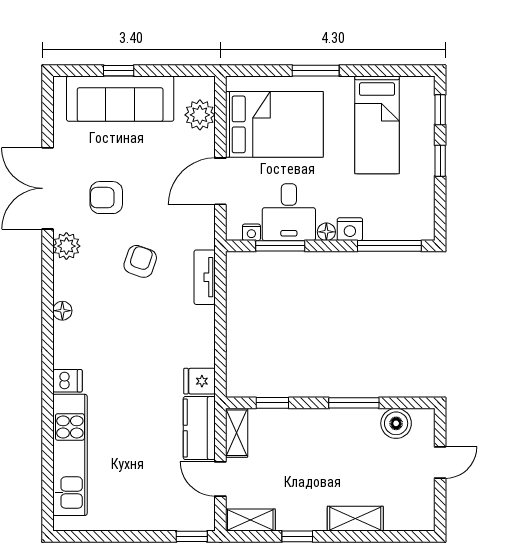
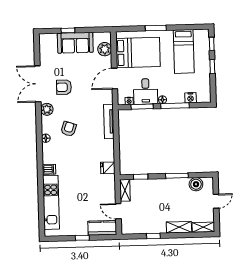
sofa: (120, 99) -> (75, 43), width x0.73
nightstand: (350, 229) -> (191, 98), moved
window: (389, 246) -> (175, 106), moved
armchair: (140, 261) -> (69, 129), moved
tv unit: (205, 277) -> (109, 121), width x1.41
kitchen counter: (199, 428) -> (102, 228), moved, turned 90
shelving: (250, 520) -> (203, 227), moved
window: (192, 536) -> (82, 238), moved

